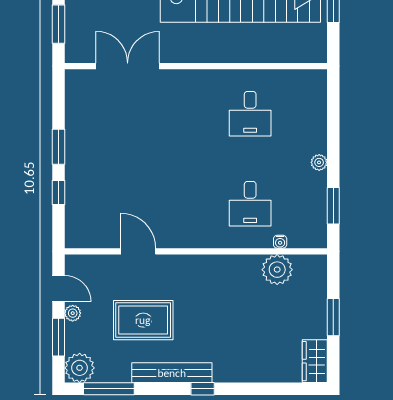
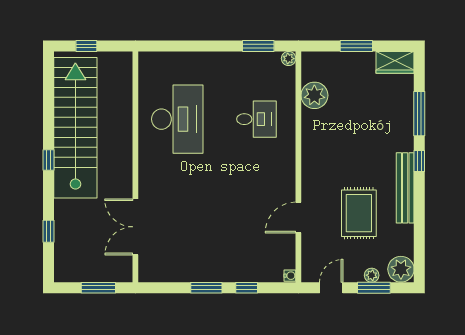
desk: (250, 114) -> (177, 119), width x1.87, depth x1.30
plant: (319, 162) -> (289, 59), moved
water cooler: (280, 242) -> (290, 276), moved
plant: (73, 313) -> (372, 275), moved
window: (109, 389) -> (419, 114), moved

